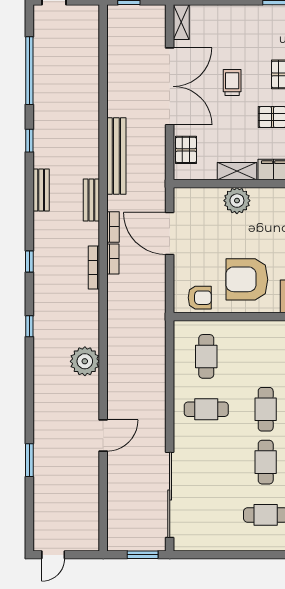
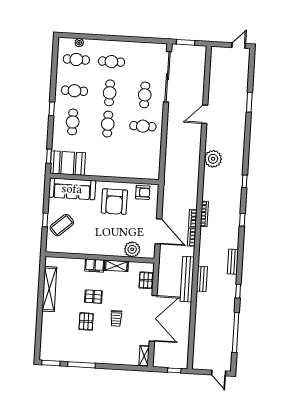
double door: (170, 86) -> (153, 318), swing flipped
bench: (91, 200) -> (202, 279), moved
plant: (237, 201) -> (132, 249), moved
armchair: (247, 279) -> (114, 202), turned 90
armchair: (200, 298) -> (143, 192), turned 180
cafe table: (206, 356) -> (145, 95), moved

